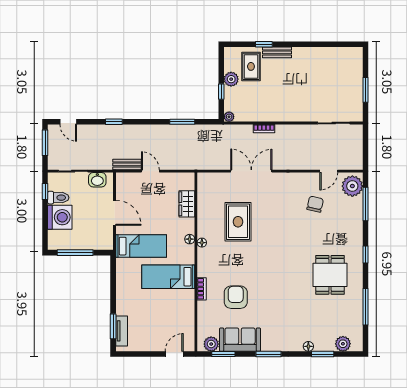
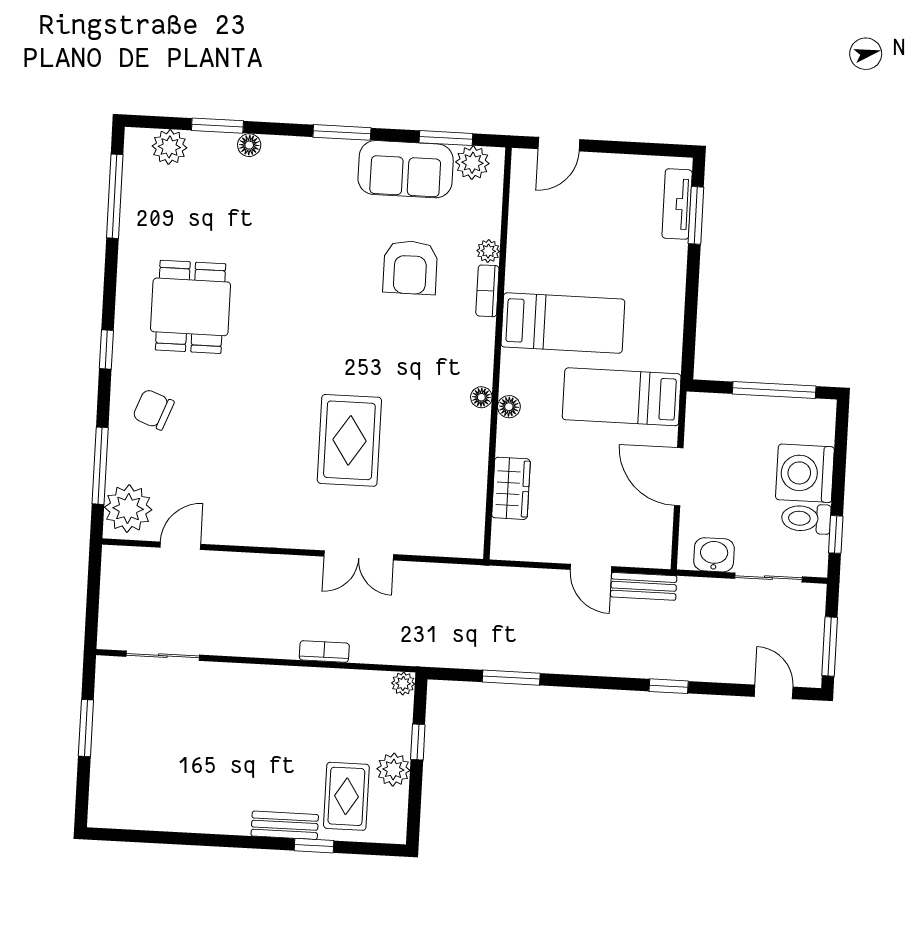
double door: (251, 171) -> (359, 555), width x0.73
chair: (315, 204) -> (153, 409), moved, turned 98
rug: (238, 222) -> (349, 440), moved
plant: (202, 306) -> (488, 251), added
window: (365, 307) -> (115, 196), moved

